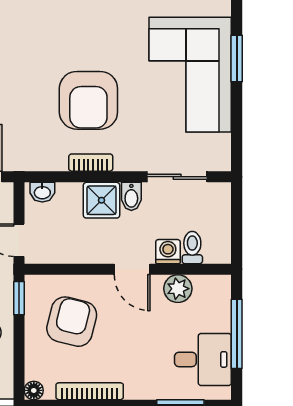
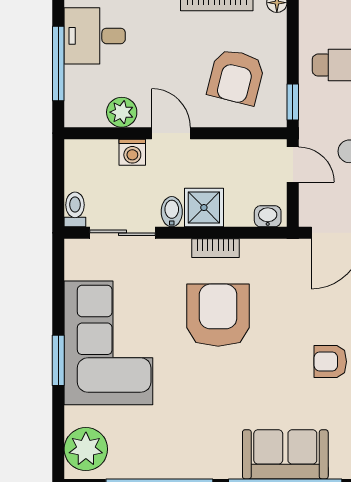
toilet: (192, 248) -> (75, 209), moved, turned 180

